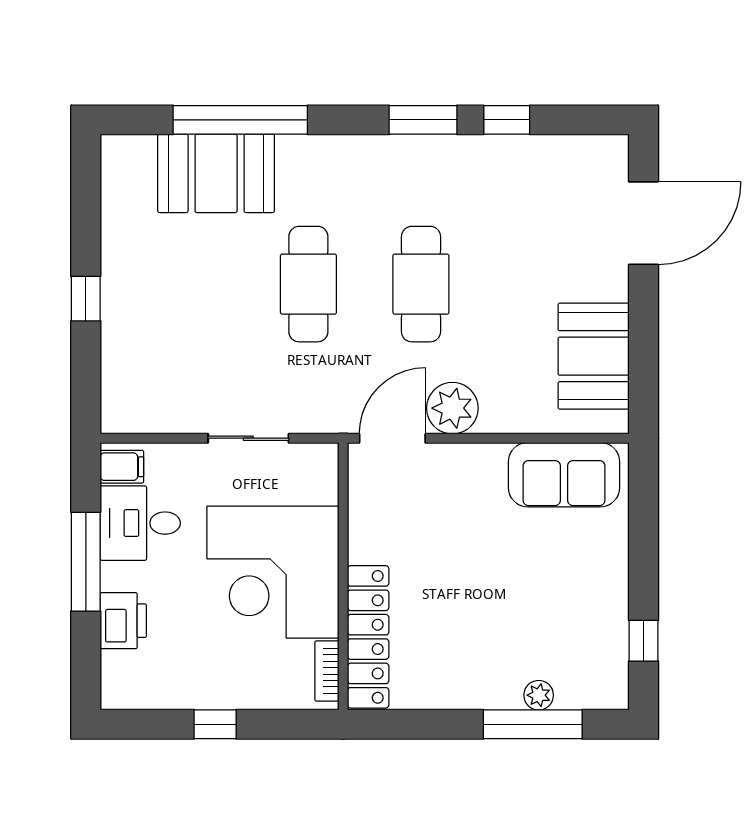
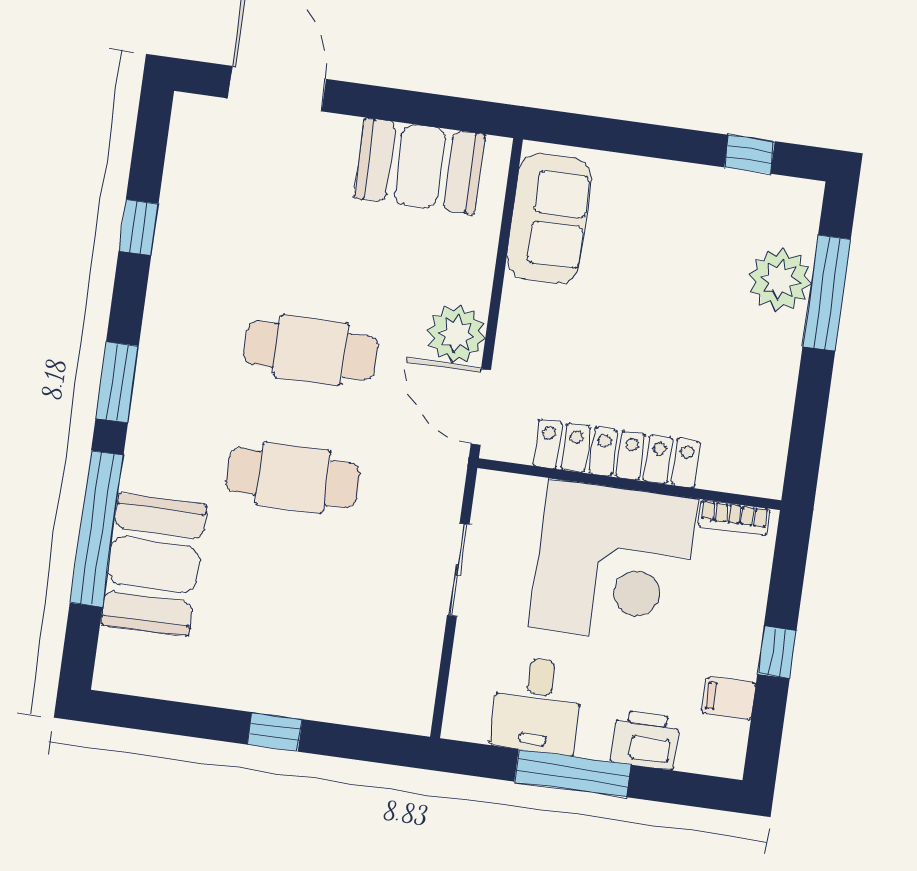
window: (423, 120) -> (117, 382), moved
filing cabinet: (122, 467) -> (729, 698), moved, turned -90
locker: (368, 637) -> (617, 454), moved
plant: (539, 695) -> (780, 280), width x1.88, depth x1.88

